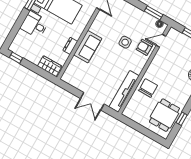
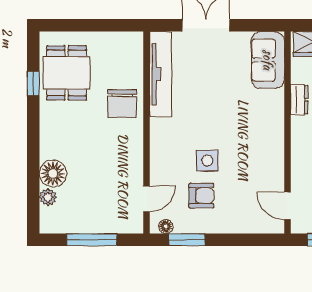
sofa: (88, 47) -> (268, 60), moved
armchair: (144, 47) -> (201, 196), moved

